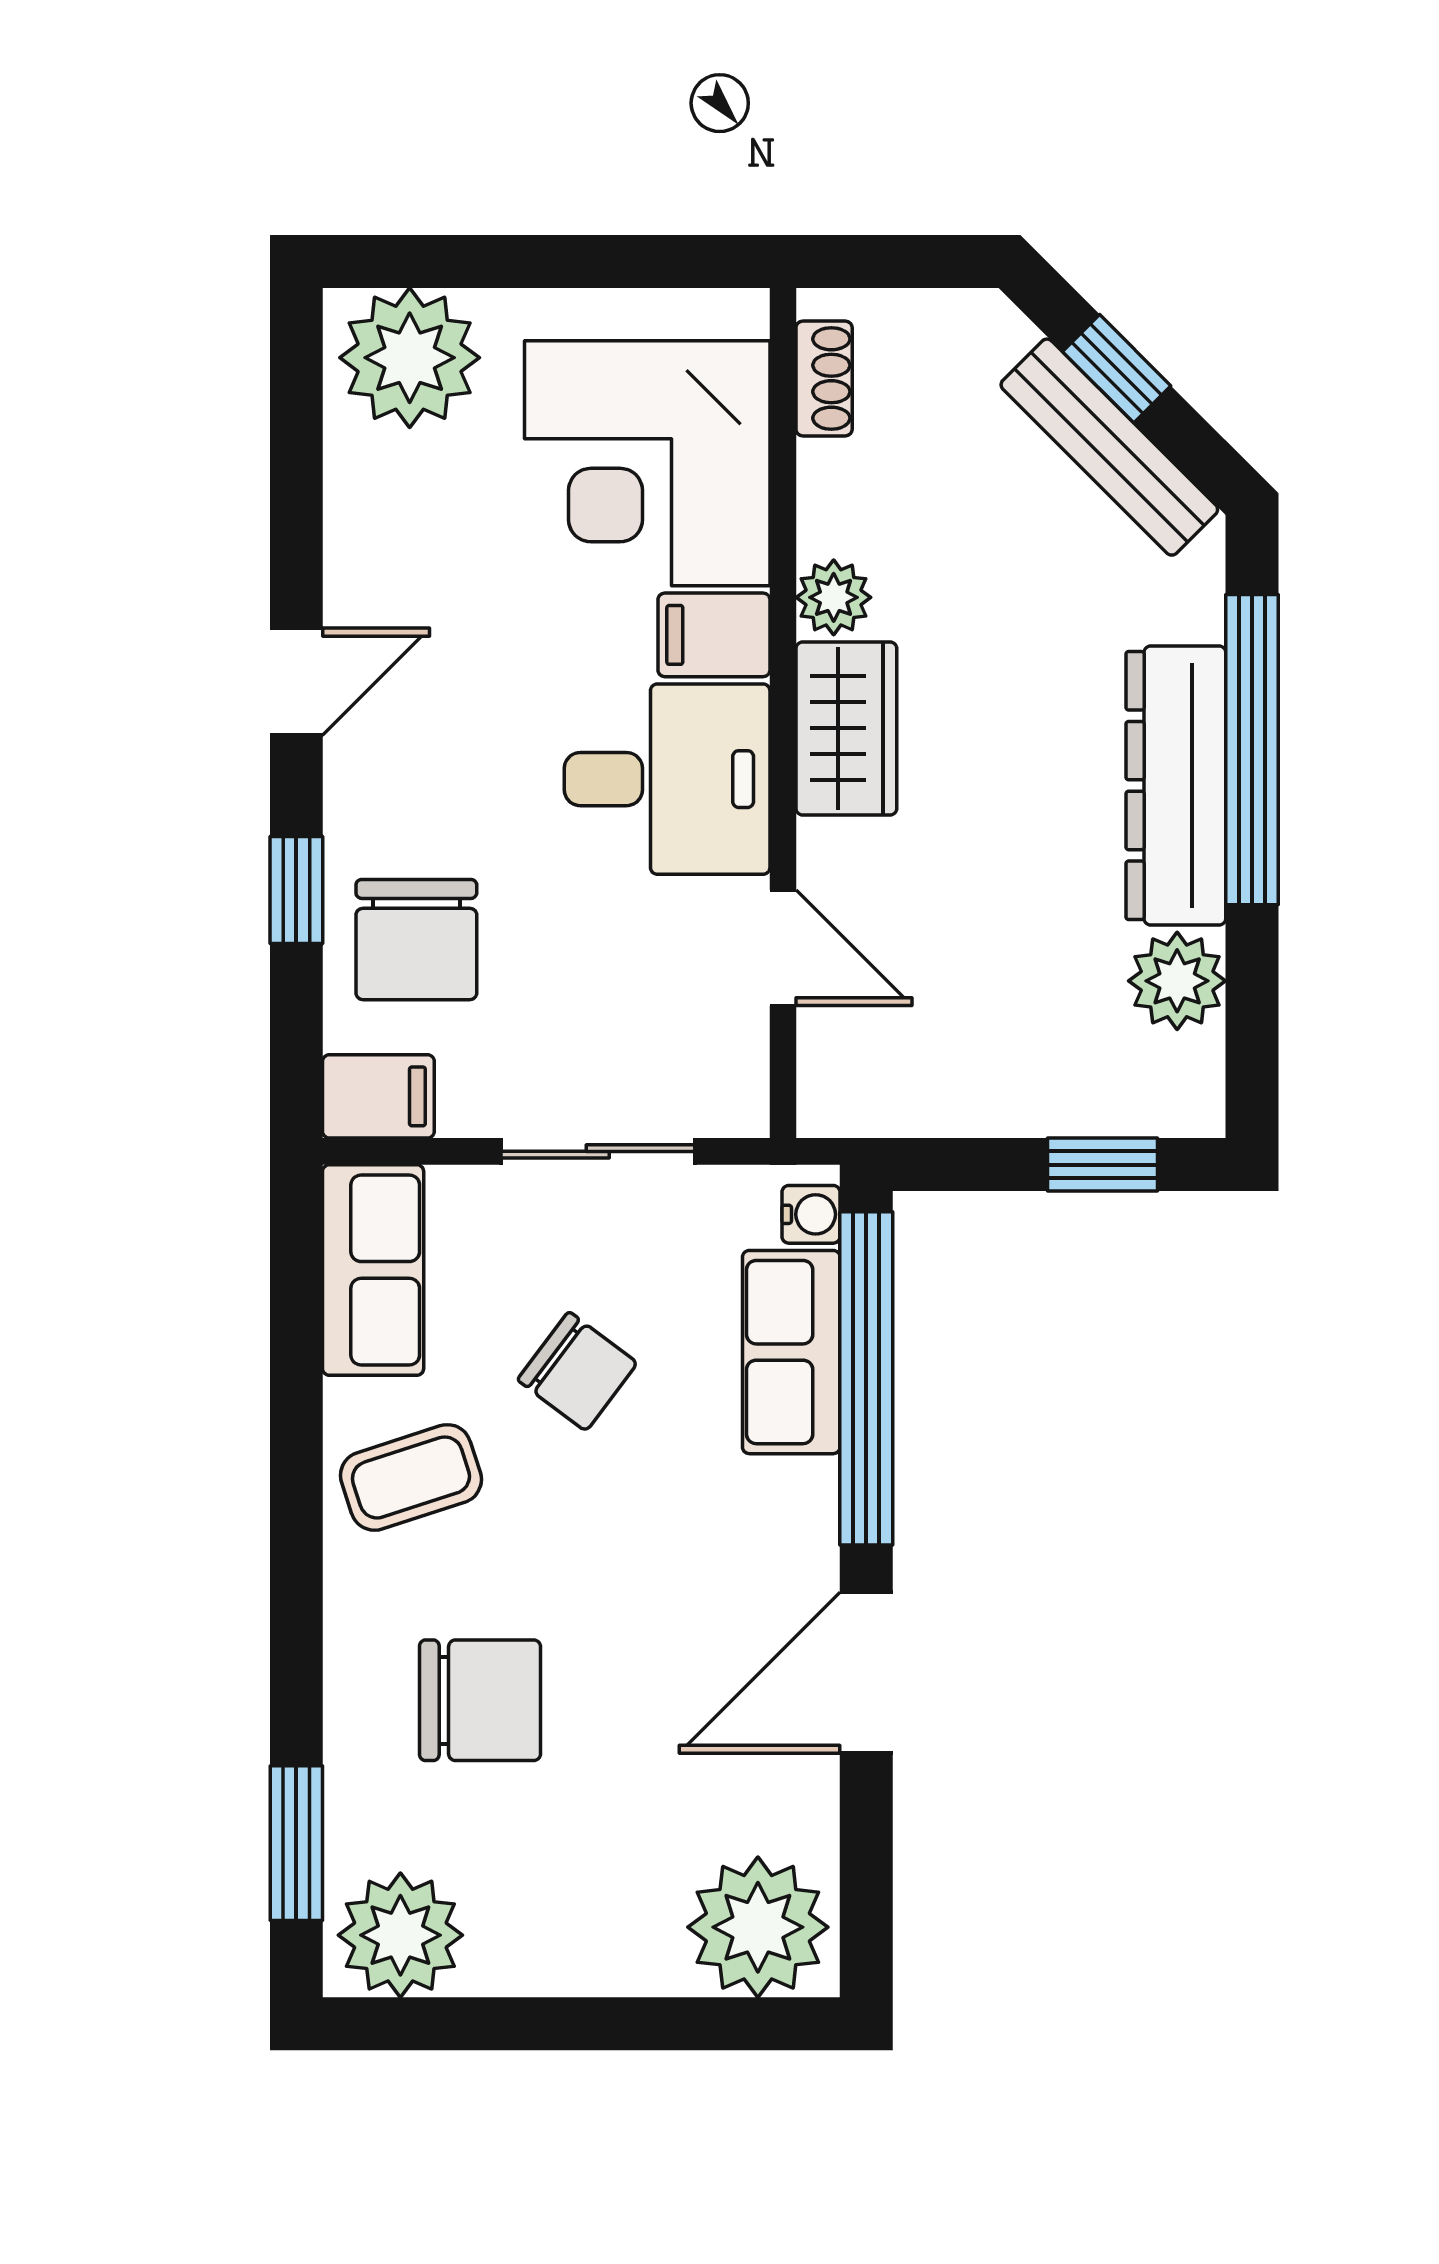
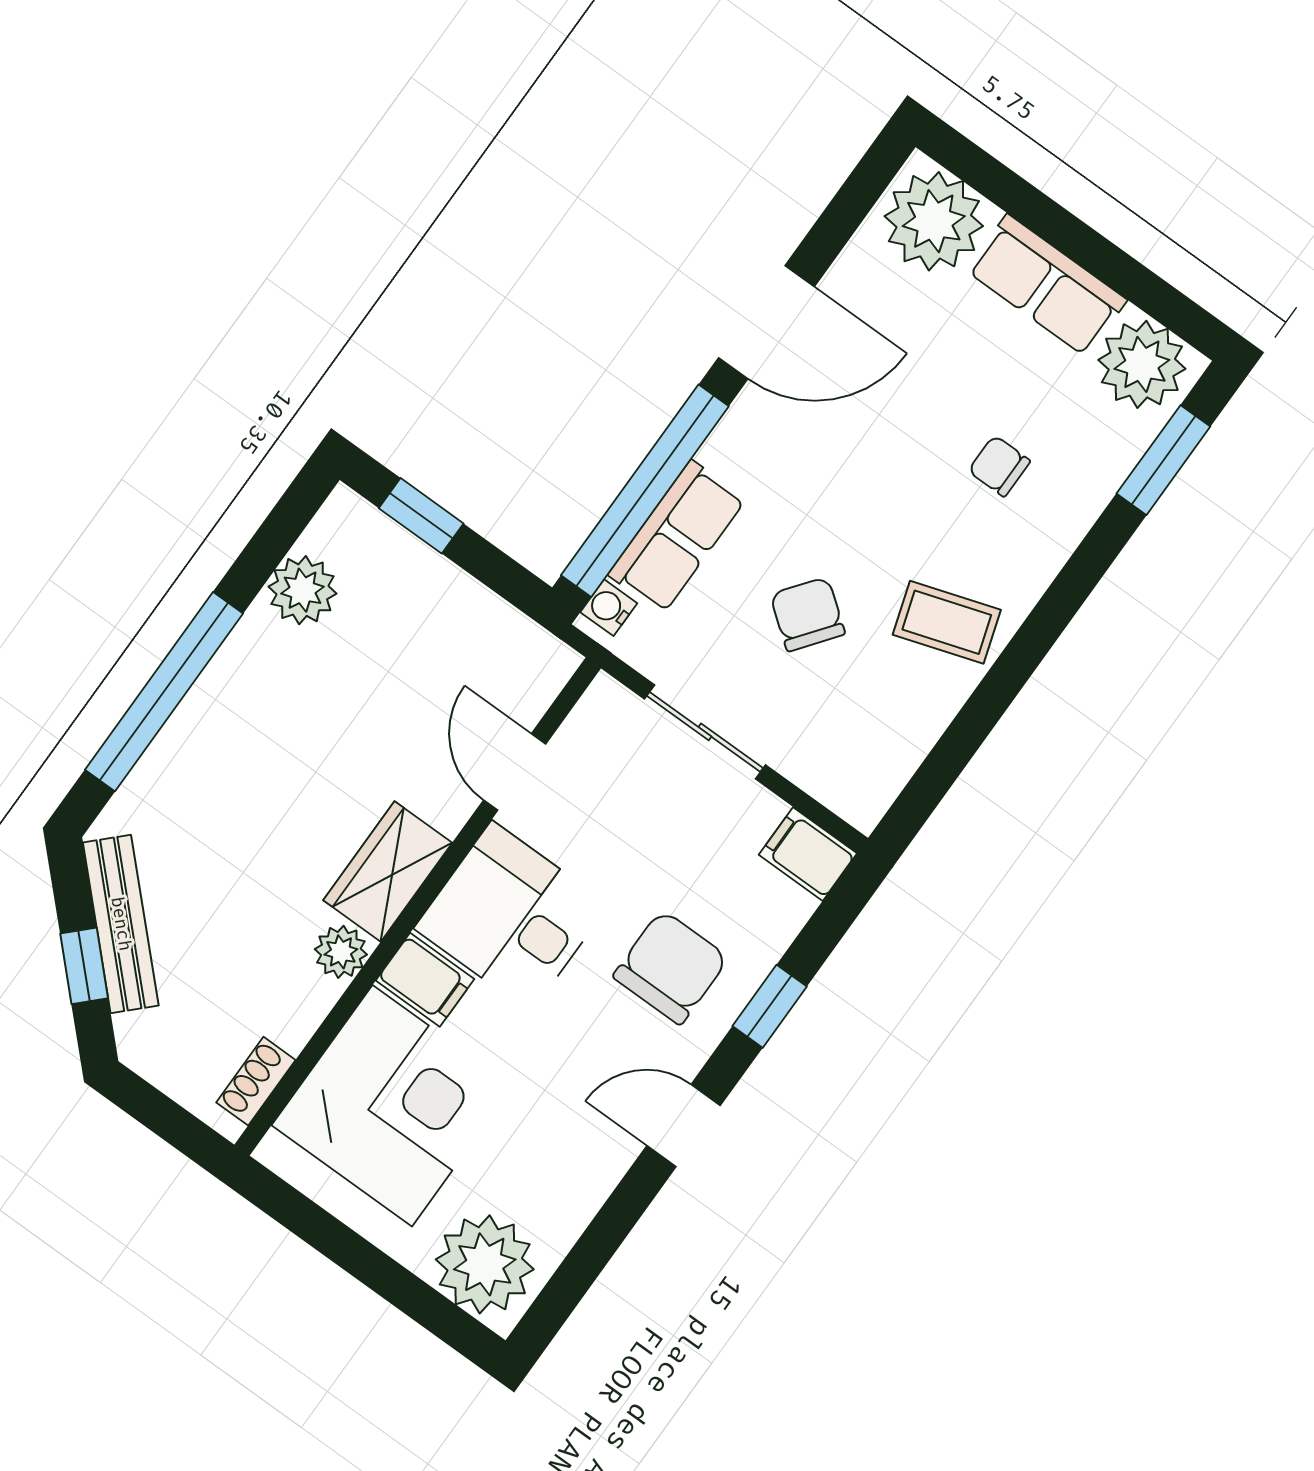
dresser: (1176, 786) -> (222, 703), removed
chair: (416, 940) -> (671, 967), moved
row of seats: (373, 1270) -> (1047, 285), moved, turned -90
chair: (480, 1700) -> (999, 466), width x0.54, depth x0.54

